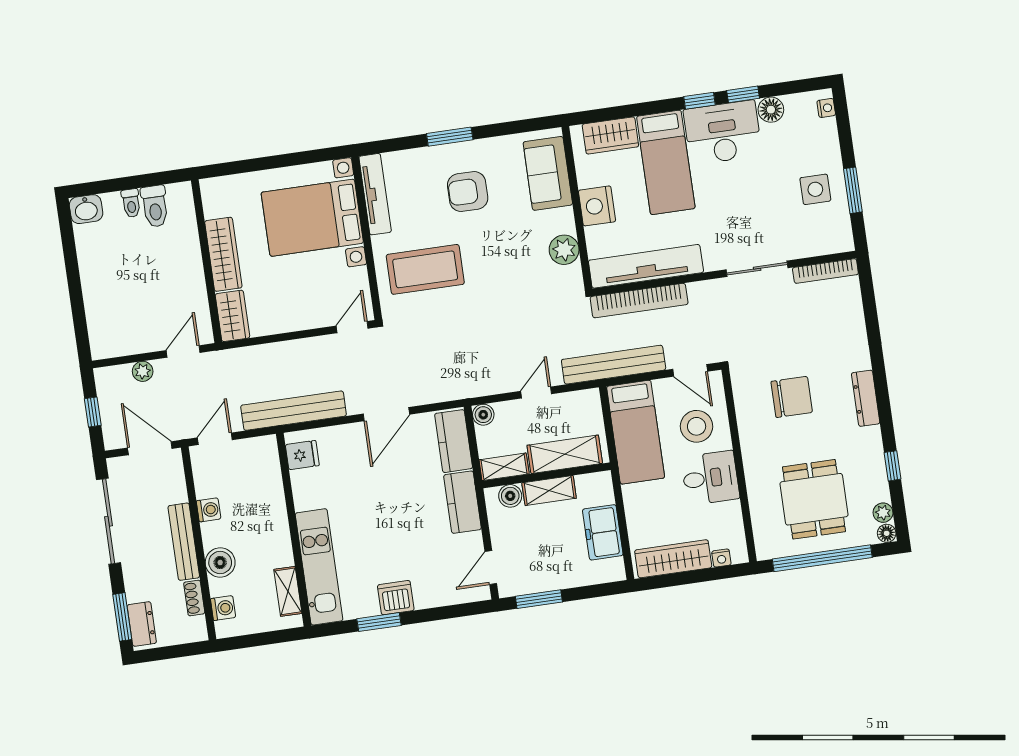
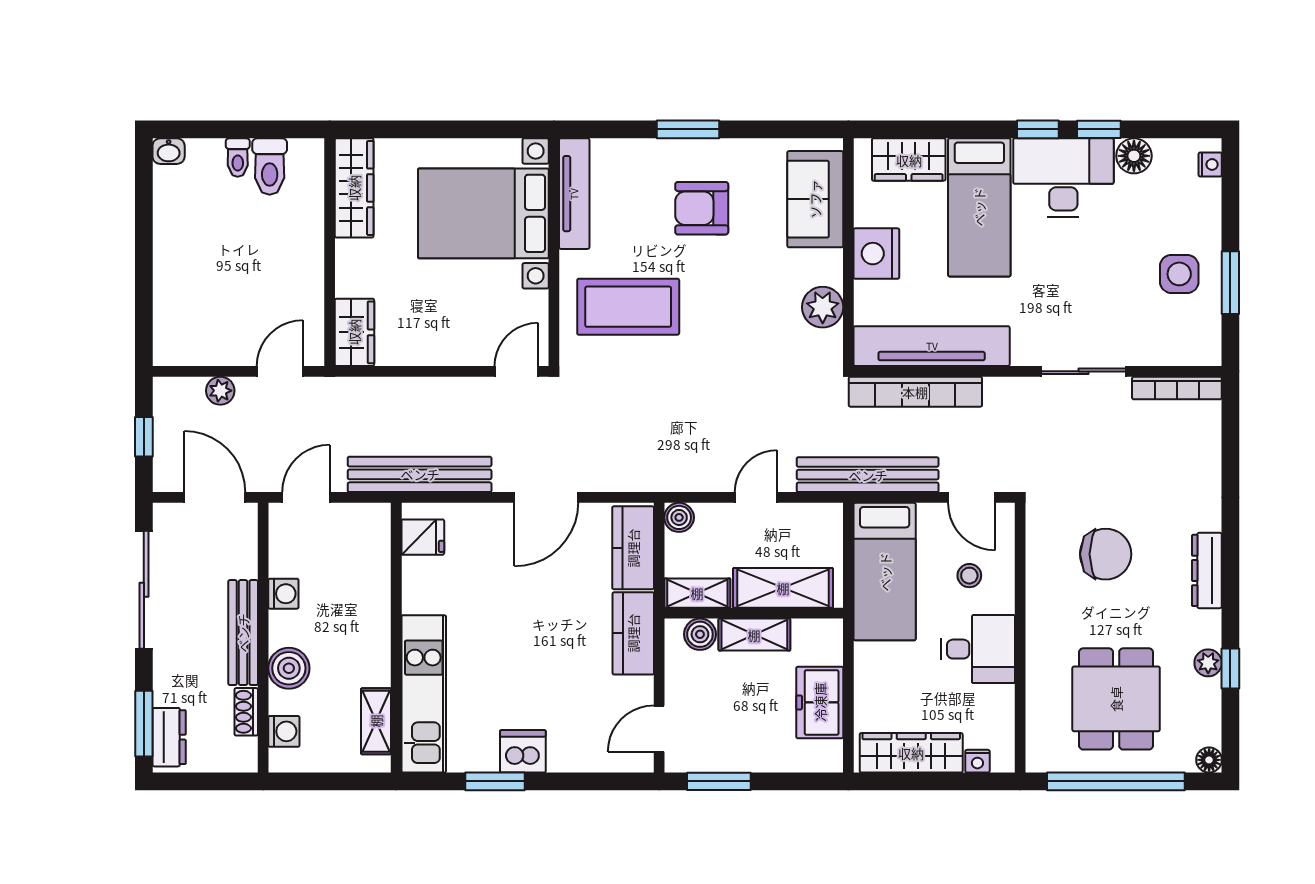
washbasin: (86, 209) -> (169, 151), width x0.72, depth x0.69
wardrobe: (223, 254) -> (354, 188), moved
stool: (697, 426) -> (969, 576), width x0.53, depth x0.53
plant: (883, 513) -> (1208, 663), moved

